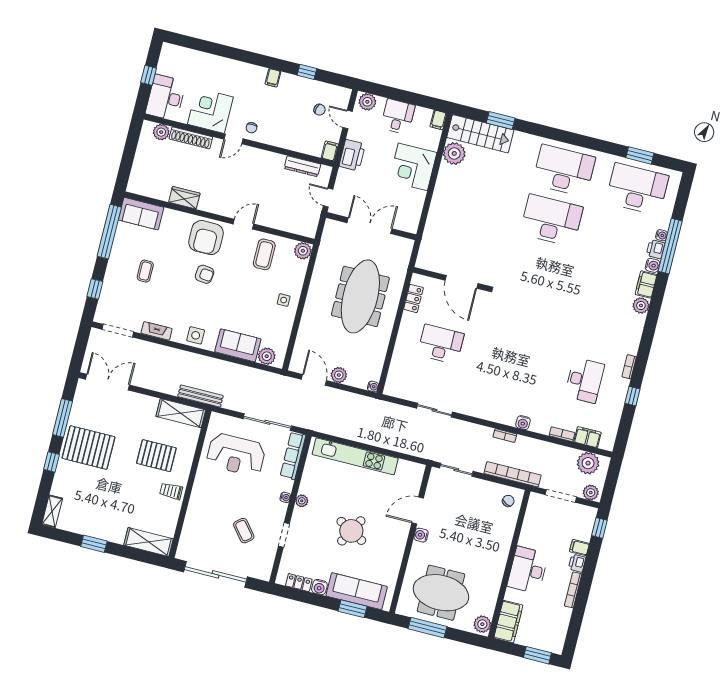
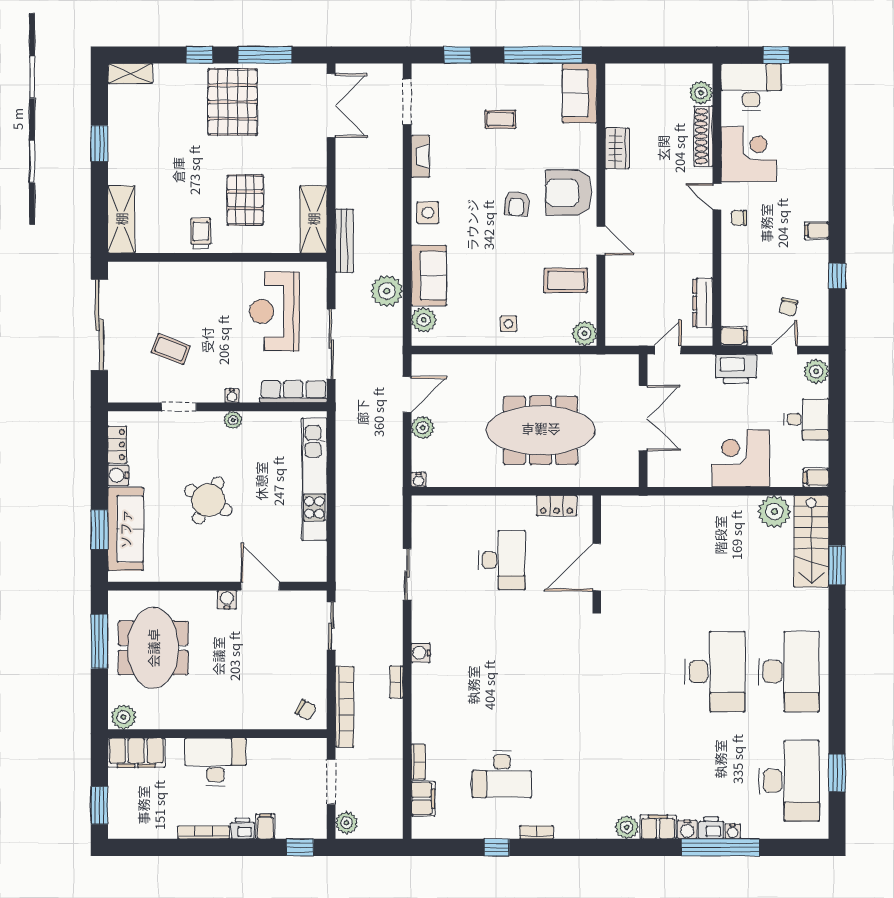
water cooler: (523, 423) -> (421, 653), moved
plant: (588, 463) -> (387, 291), moved
coffee table: (244, 531) -> (171, 349), turned 60

